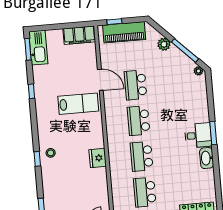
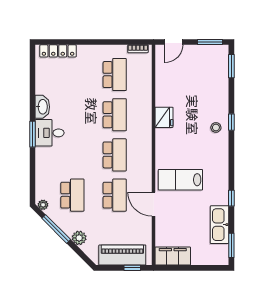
kitchen sink: (38, 48) -> (220, 225), moved
school desk: (173, 82) -> (72, 195), added

